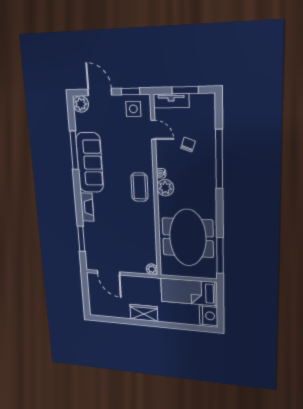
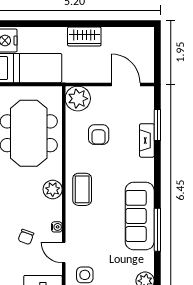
water cooler: (161, 173) -> (57, 227), moved
fireplace: (87, 207) -> (147, 140), moved
armchair: (128, 233) -> (99, 135), added
plant: (152, 269) -> (78, 99), width x1.87, depth x1.87

